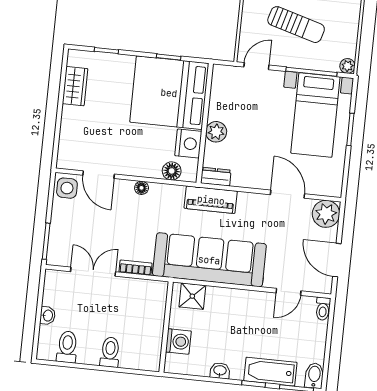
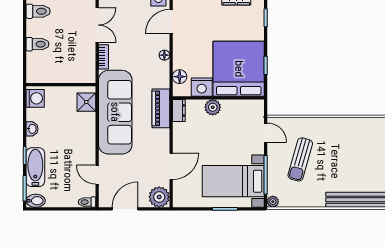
washing machine: (178, 341) -> (35, 98), moved, turned -90

